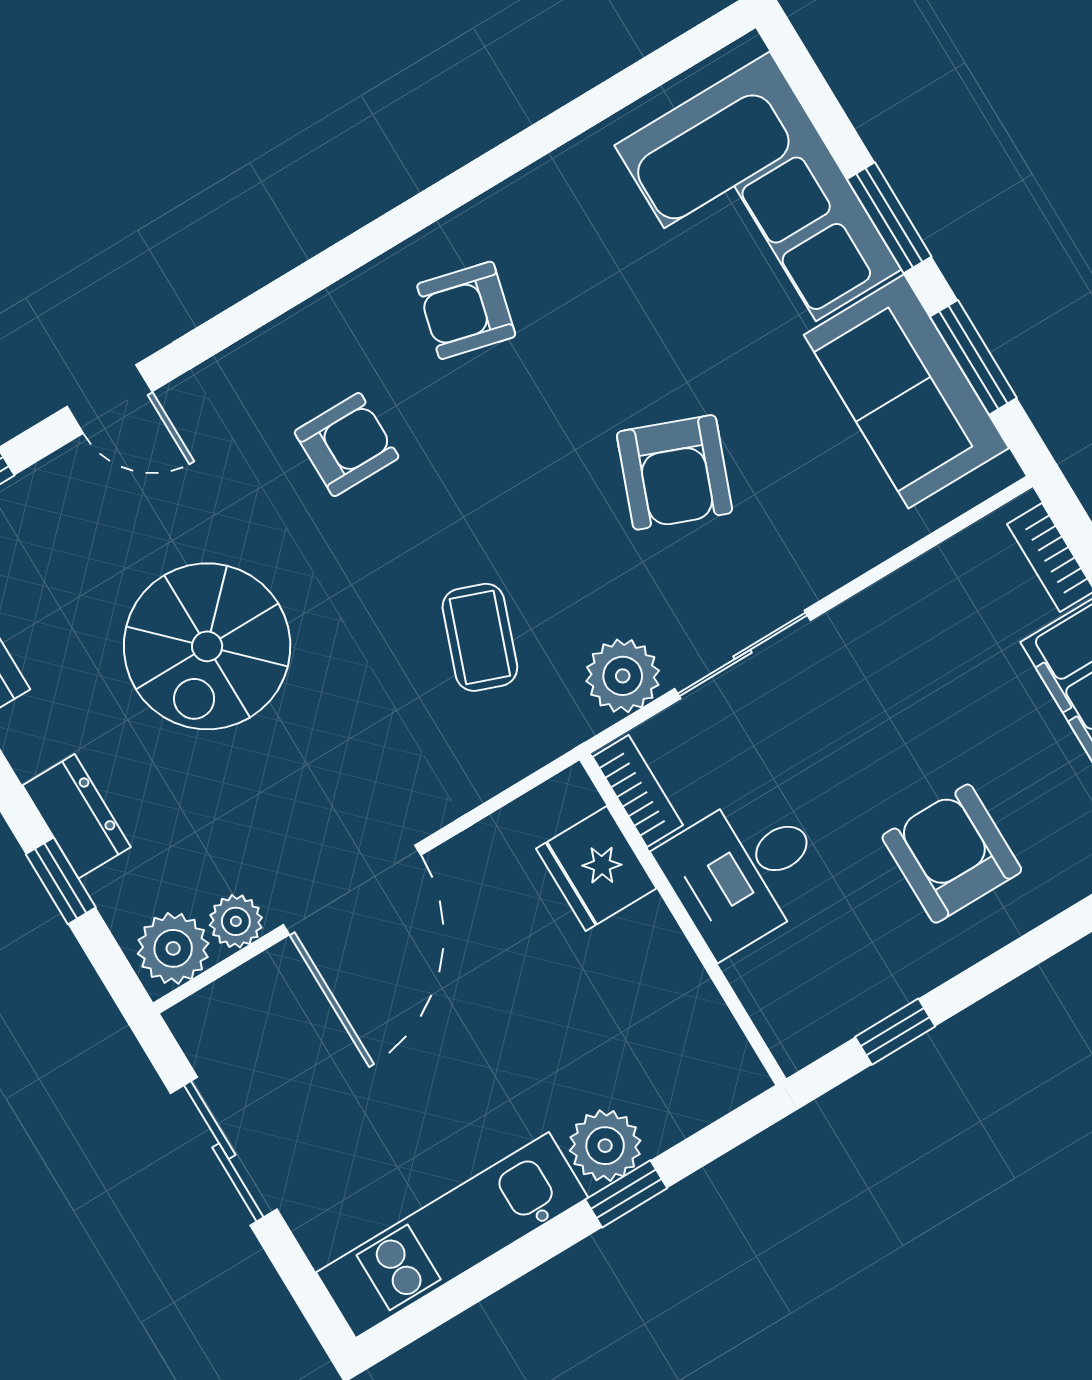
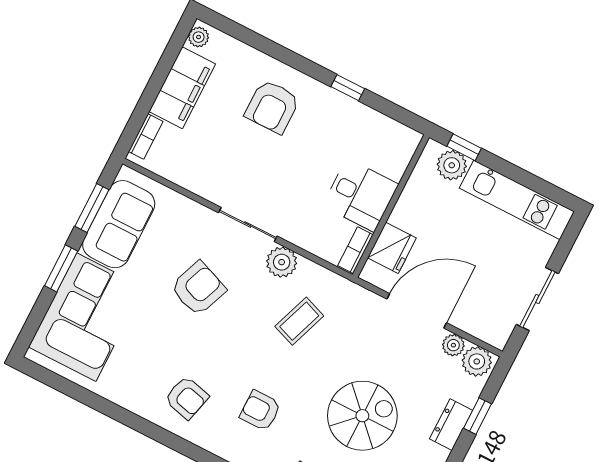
bookcase: (638, 791) -> (355, 250), moved
fridge: (596, 869) -> (392, 248), moved
desk: (744, 871) -> (360, 195), moved
wall: (683, 919) -> (391, 206), moved

